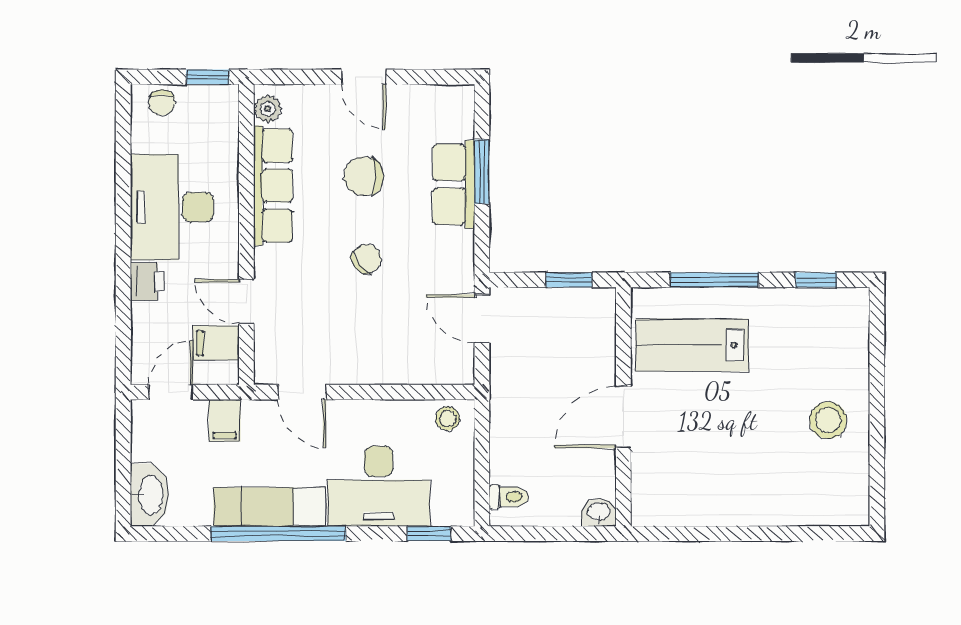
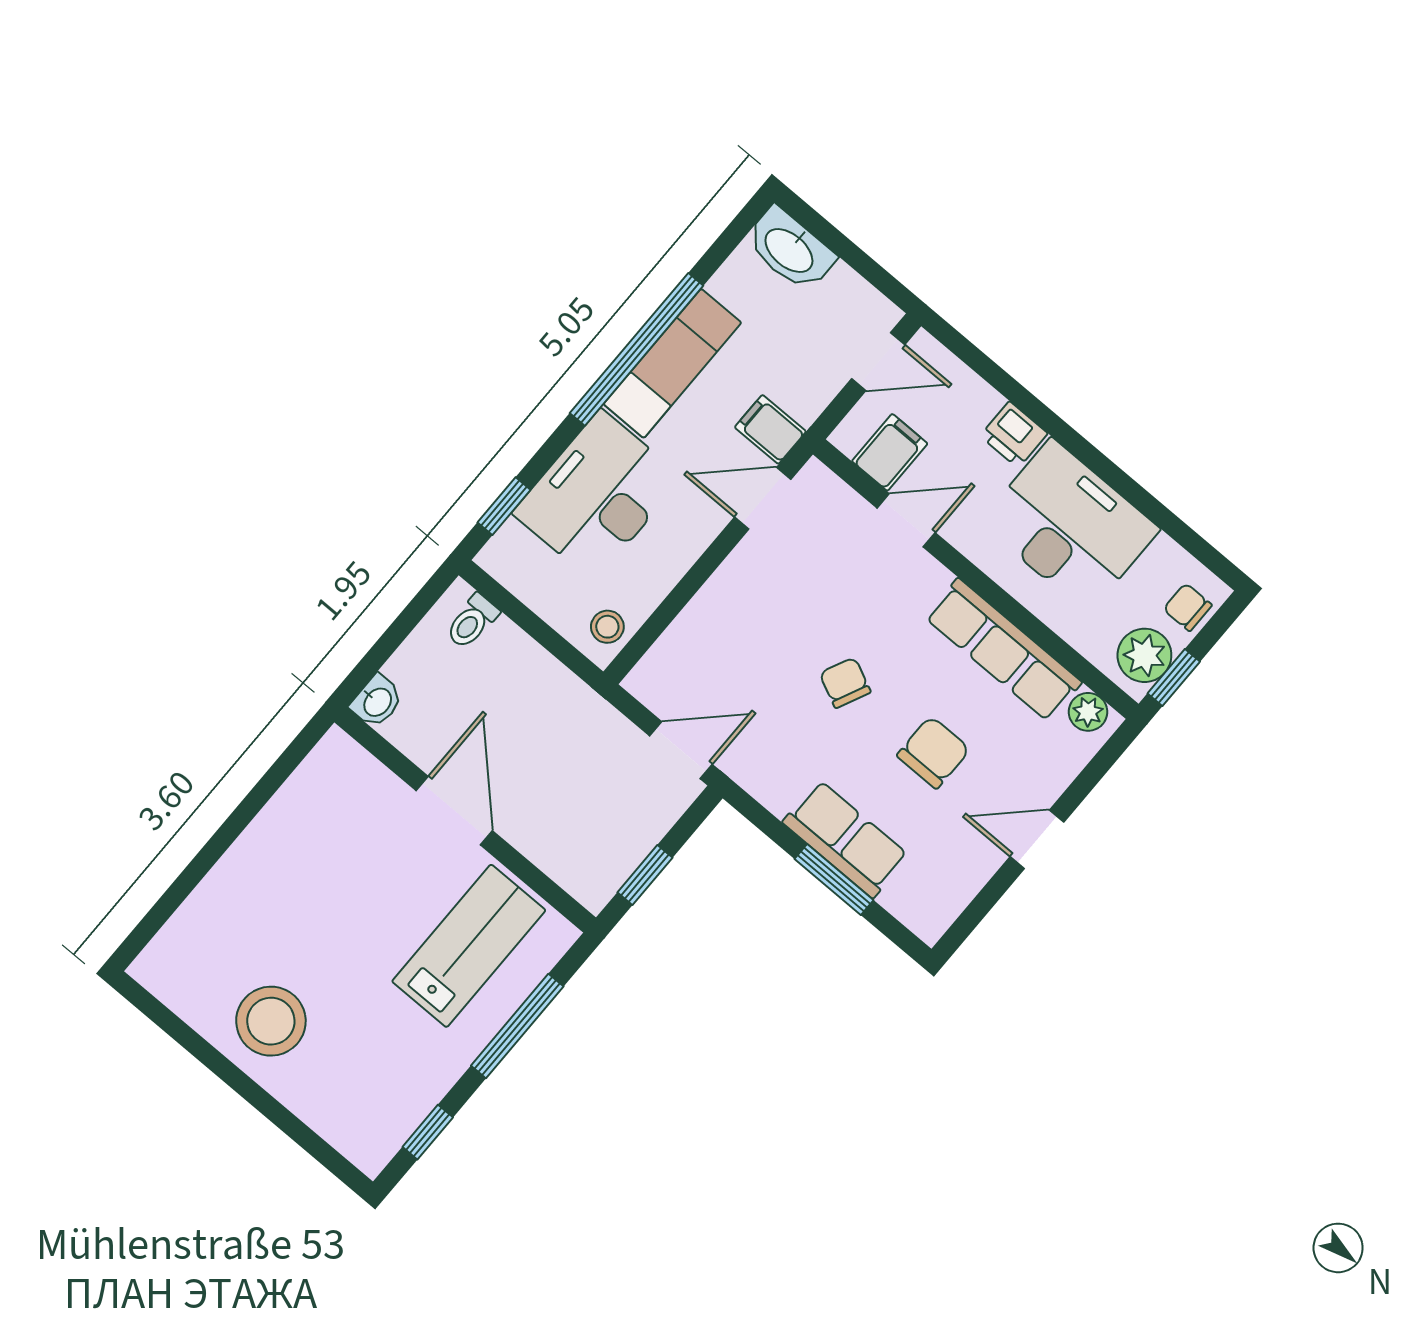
plant: (209, 104) -> (1144, 655), added
chair: (366, 259) -> (845, 683), turned 153
door: (171, 392) -> (878, 362), hinge flipped
stool: (828, 420) -> (271, 1021), width x1.38, depth x1.38
filing cabinet: (225, 421) -> (770, 429), moved

